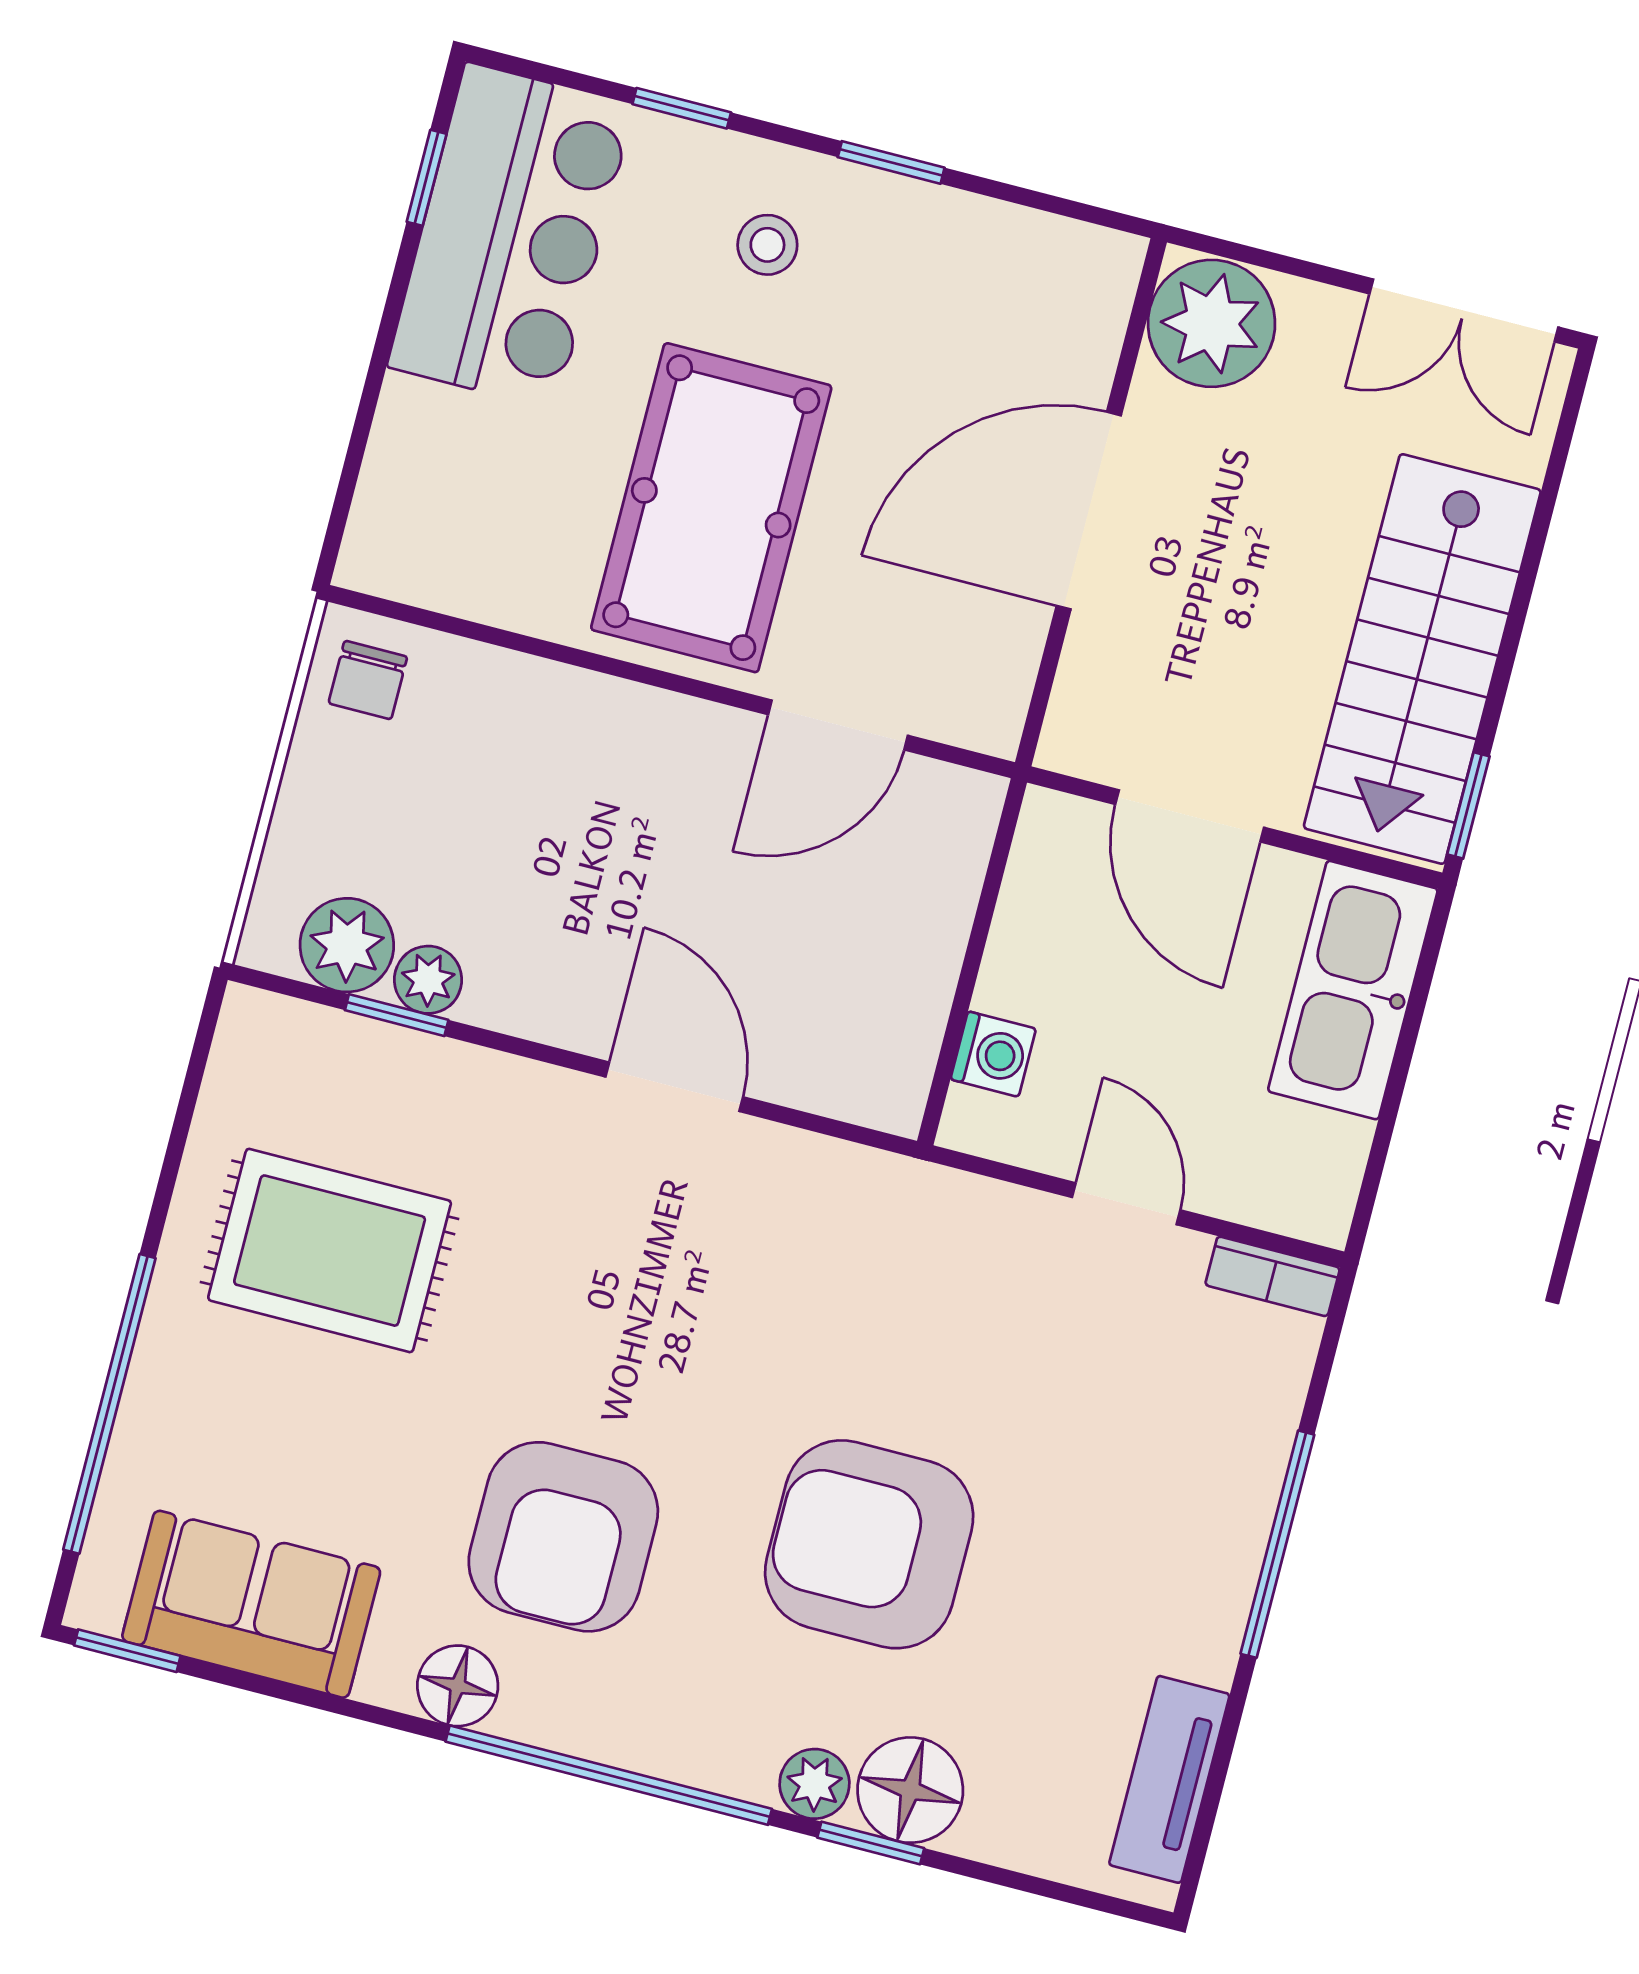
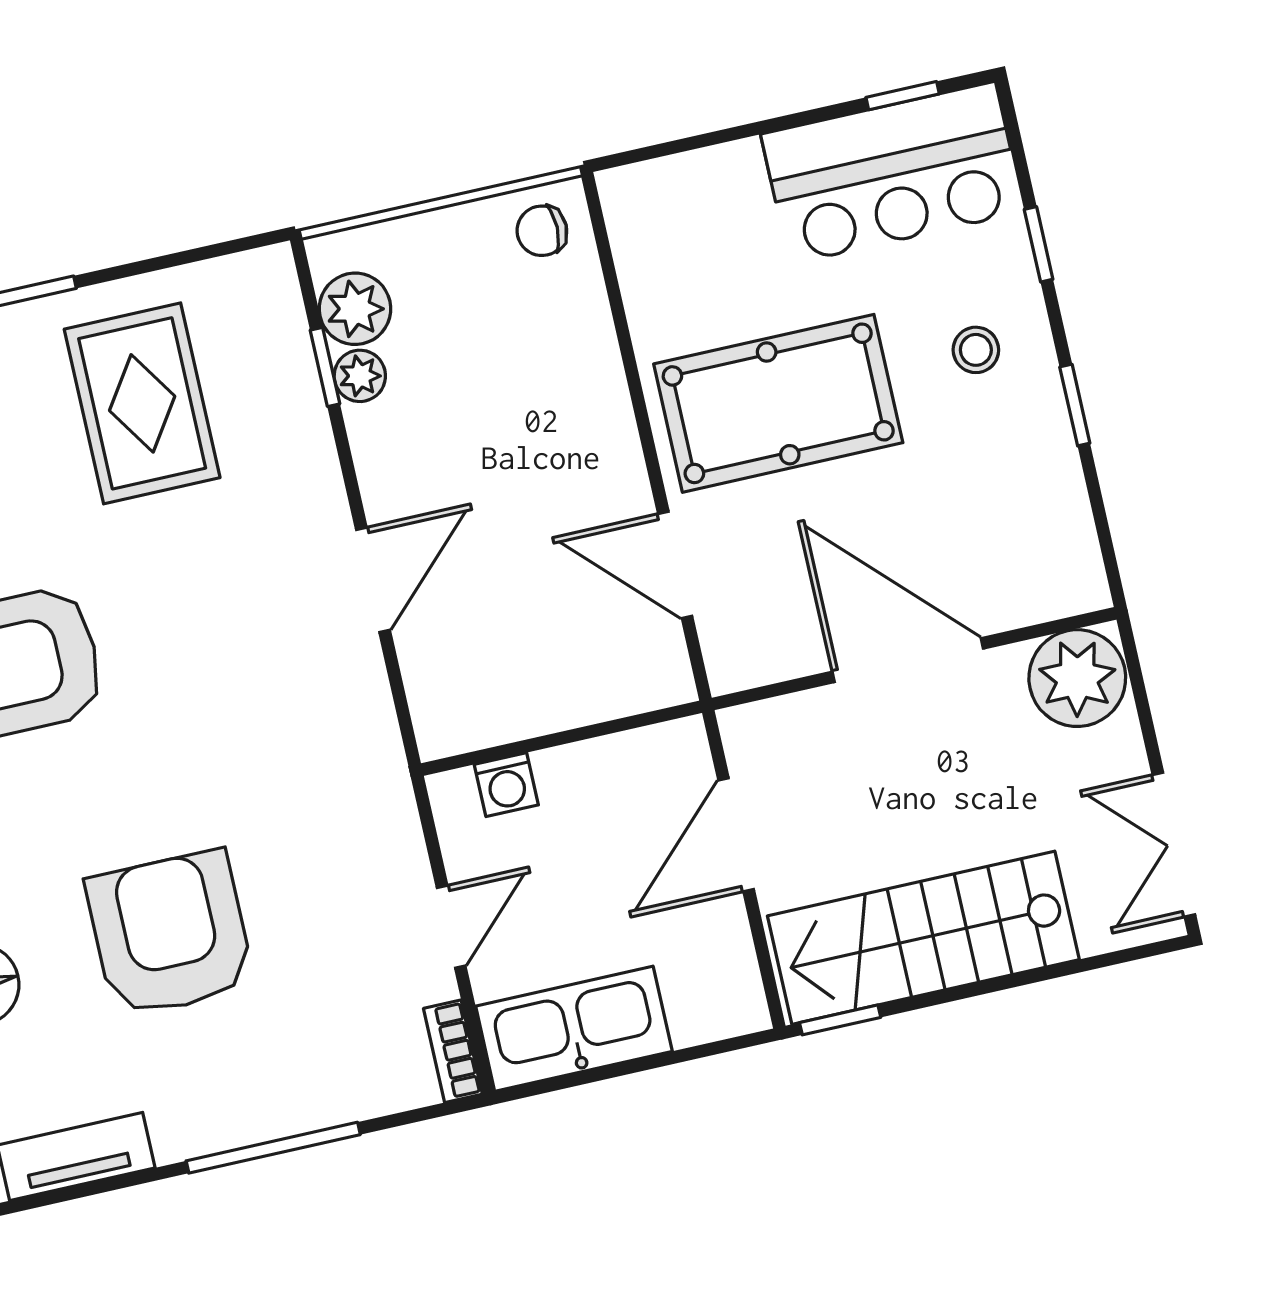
kitchen sink: (1353, 990) -> (574, 1029), moved
armchair: (869, 1544) -> (170, 934), moved

